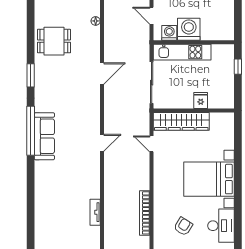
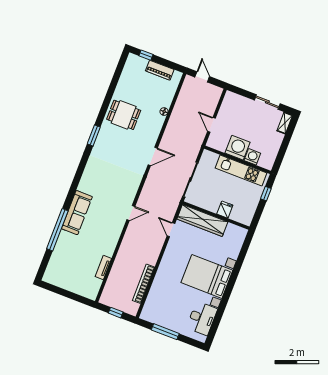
washing machine: (169, 33) -> (252, 157), moved
kitchen unit: (182, 52) -> (241, 170), moved
window: (31, 131) -> (57, 230), moved
sofa: (44, 136) -> (77, 213), moved
armchair: (183, 226) -> (171, 307), removed

